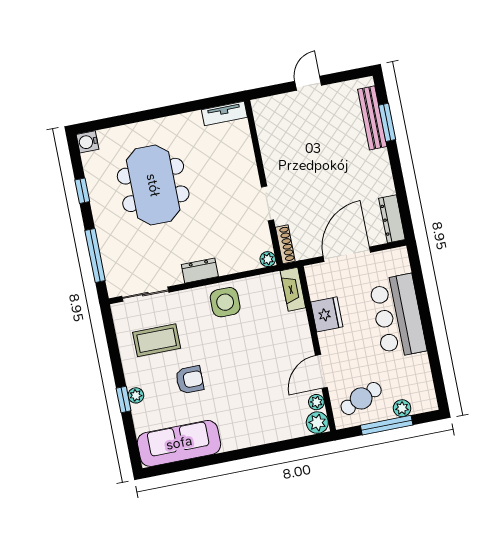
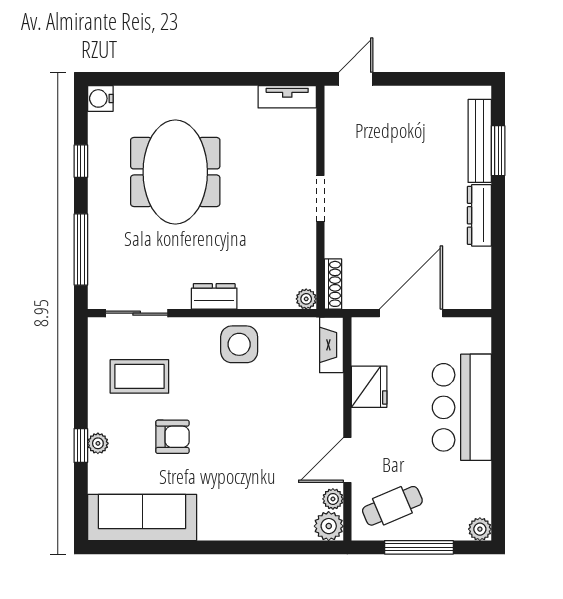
door: (308, 83) -> (356, 79), moved
doorway: (268, 203) -> (320, 199), moved
dresser: (392, 219) -> (479, 215), moved
plant: (402, 408) -> (480, 529), moved

